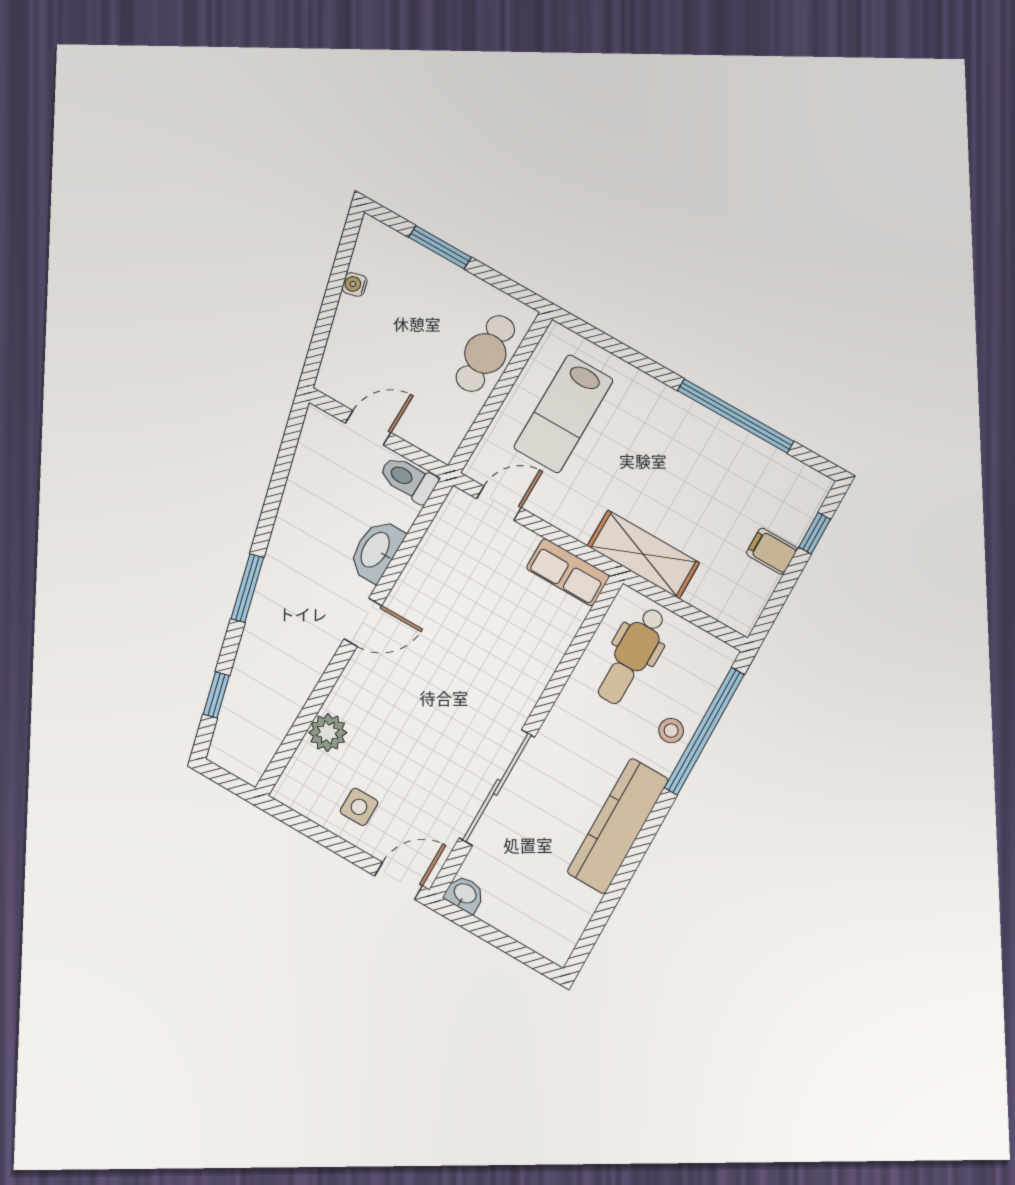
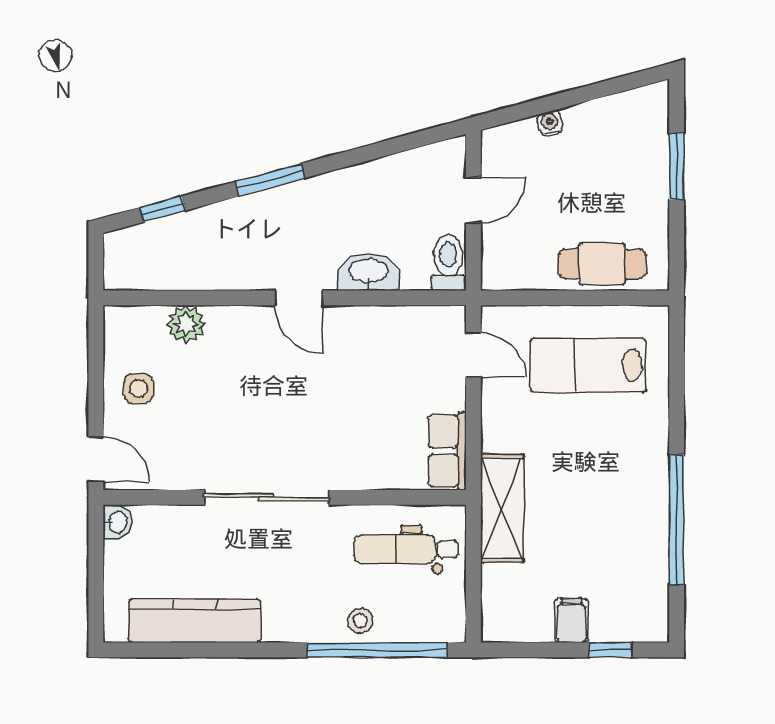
water cooler: (355, 284) -> (550, 123), moved
door: (368, 428) -> (473, 200), hinge flipped
sliding door: (497, 787) -> (266, 497), moved
kitchen counter: (618, 826) -> (195, 621), moved

